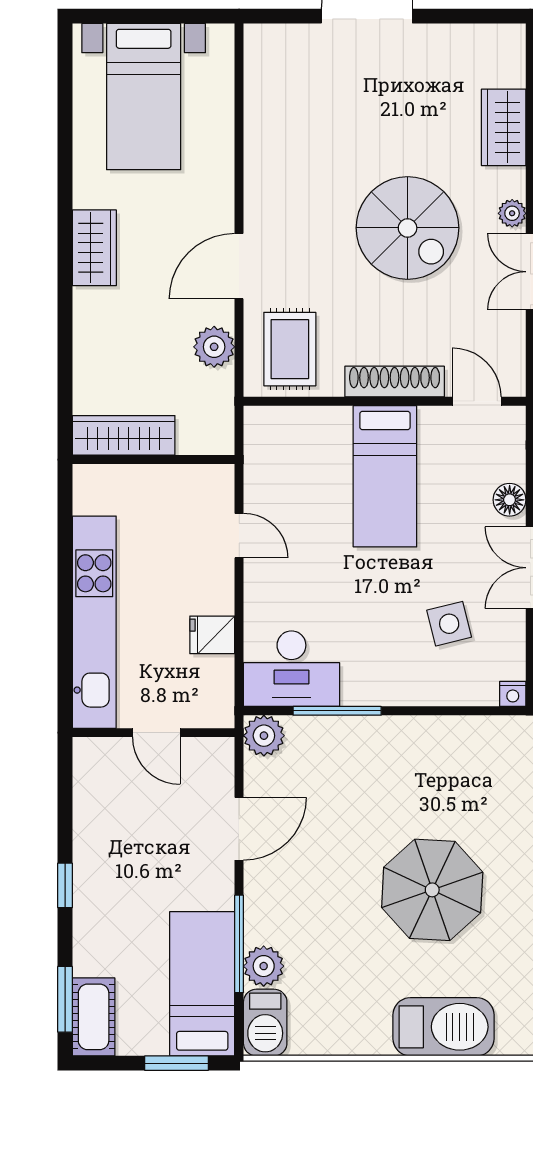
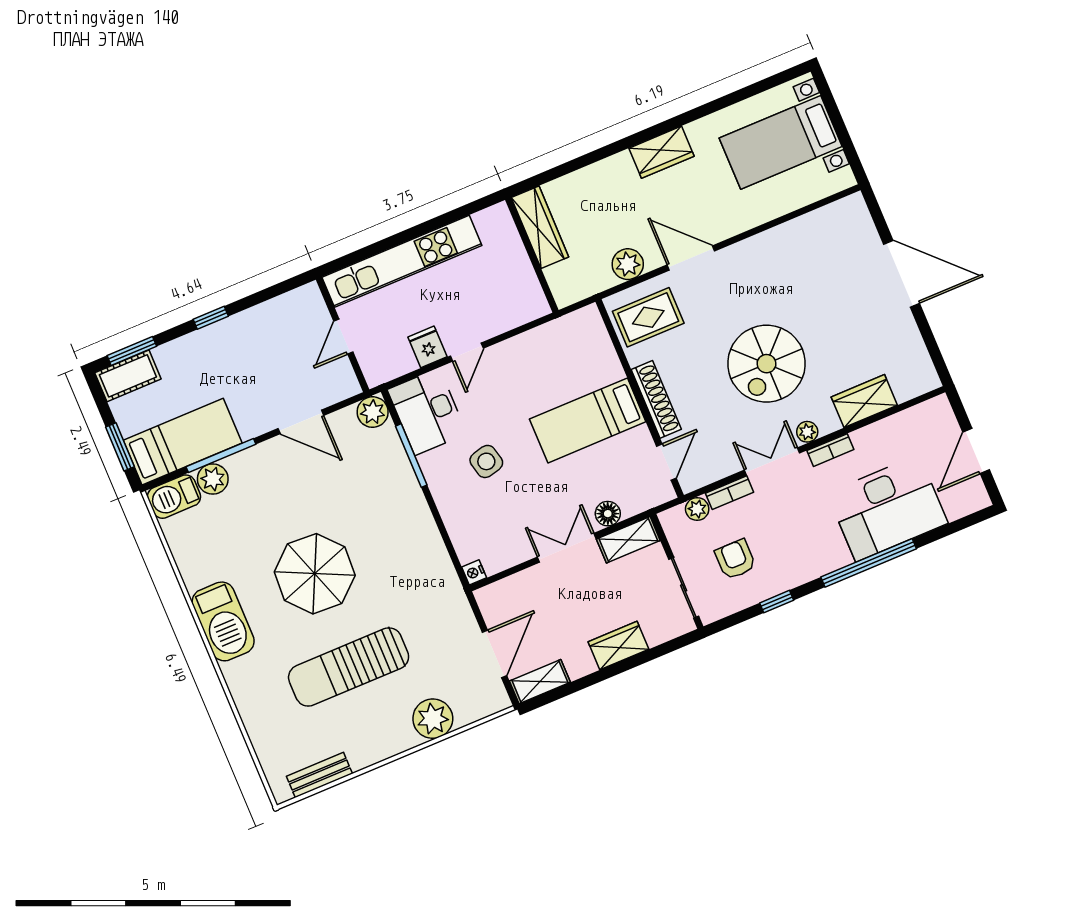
door: (239, 536) -> (467, 352), moved
side table: (449, 624) -> (486, 461), moved

